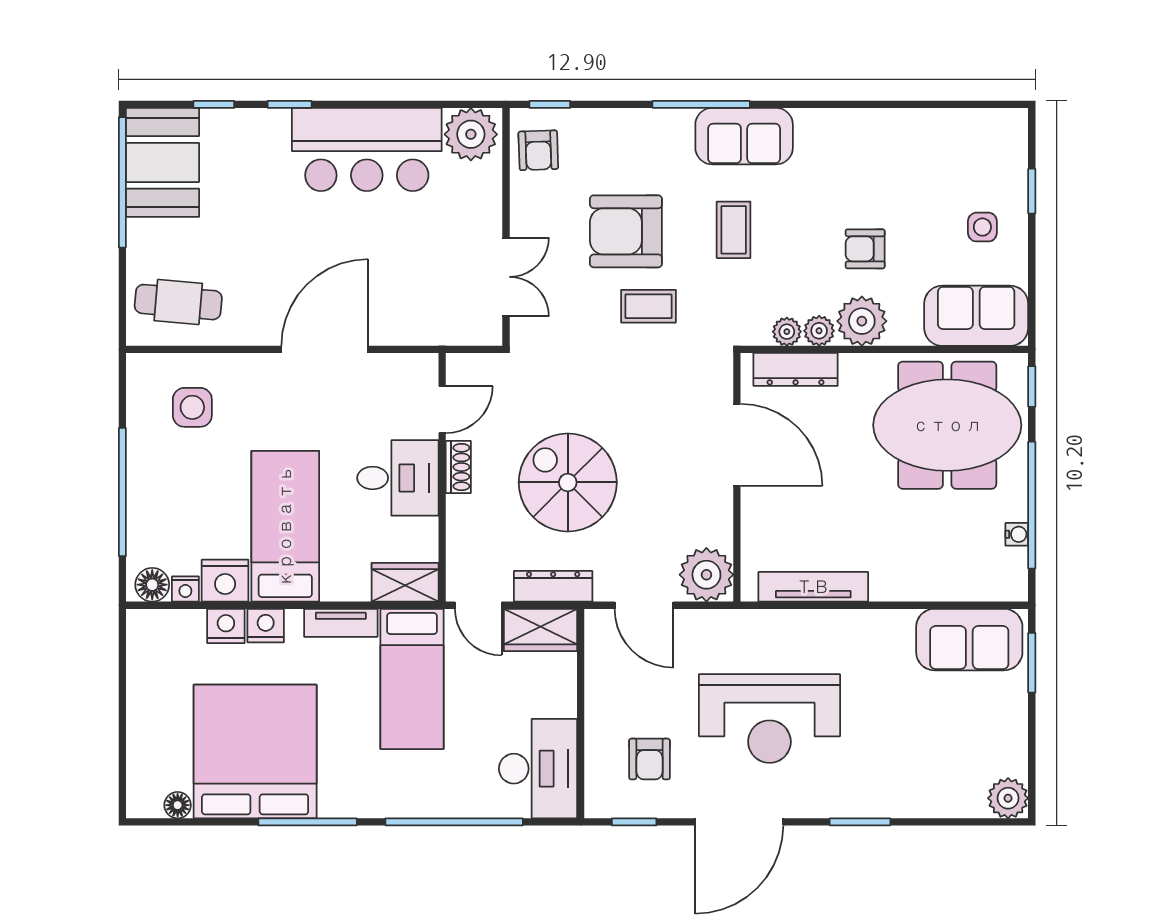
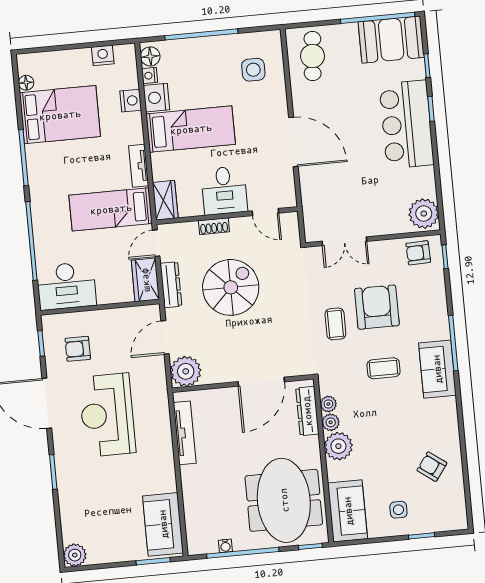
bar counter: (367, 149) -> (407, 124), moved
armchair: (865, 249) -> (432, 467), moved, turned -54
shoe rack: (458, 467) -> (214, 226), moved
nightstand: (266, 626) -> (103, 55), moved, turned -90
bed: (255, 752) -> (60, 115), width x0.73

